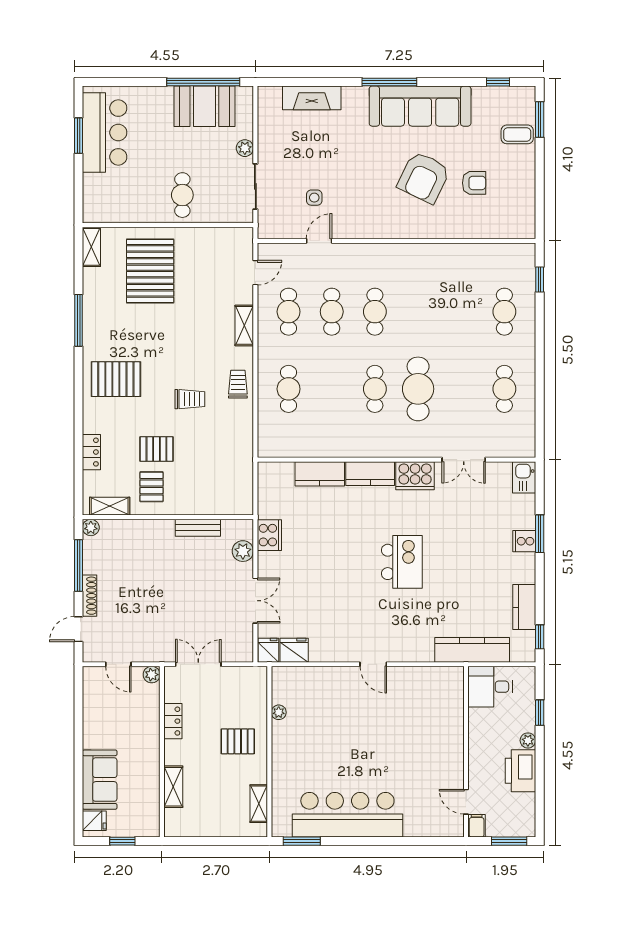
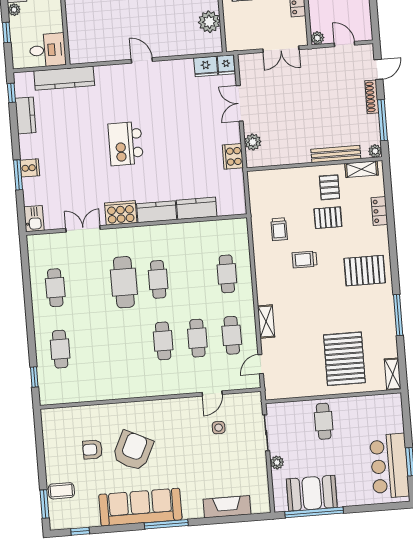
trolley: (238, 384) -> (279, 229), moved
bench: (198, 528) -> (336, 154), moved, width x1.36
plant: (279, 712) -> (209, 22), width x1.87, depth x1.87

